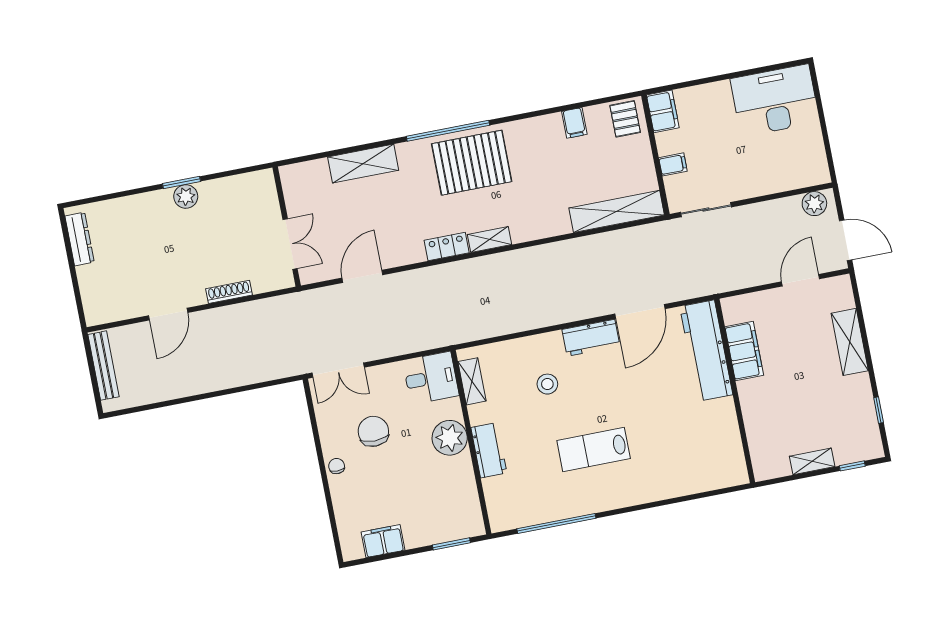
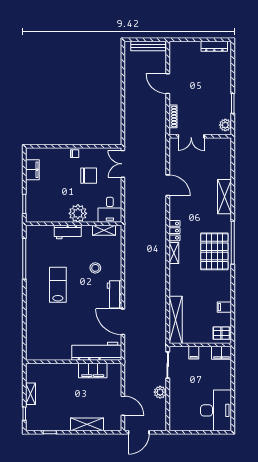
plant: (186, 196) -> (225, 125), moved
plant: (814, 204) -> (160, 392), moved
wall: (287, 227) -> (200, 136), moved
double door: (290, 244) -> (191, 136), moved

